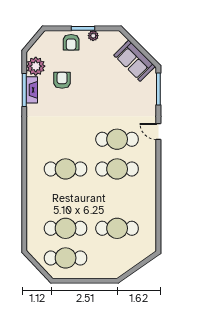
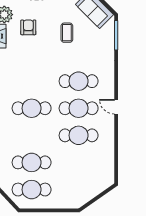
coffee table: (104, 86) -> (67, 33), added
door: (158, 132) -> (116, 107), moved
cafe table: (117, 228) -> (79, 135), moved

